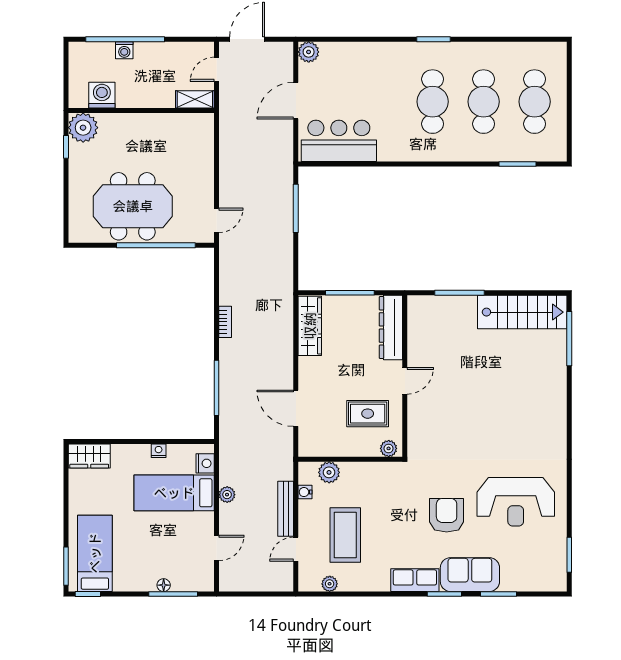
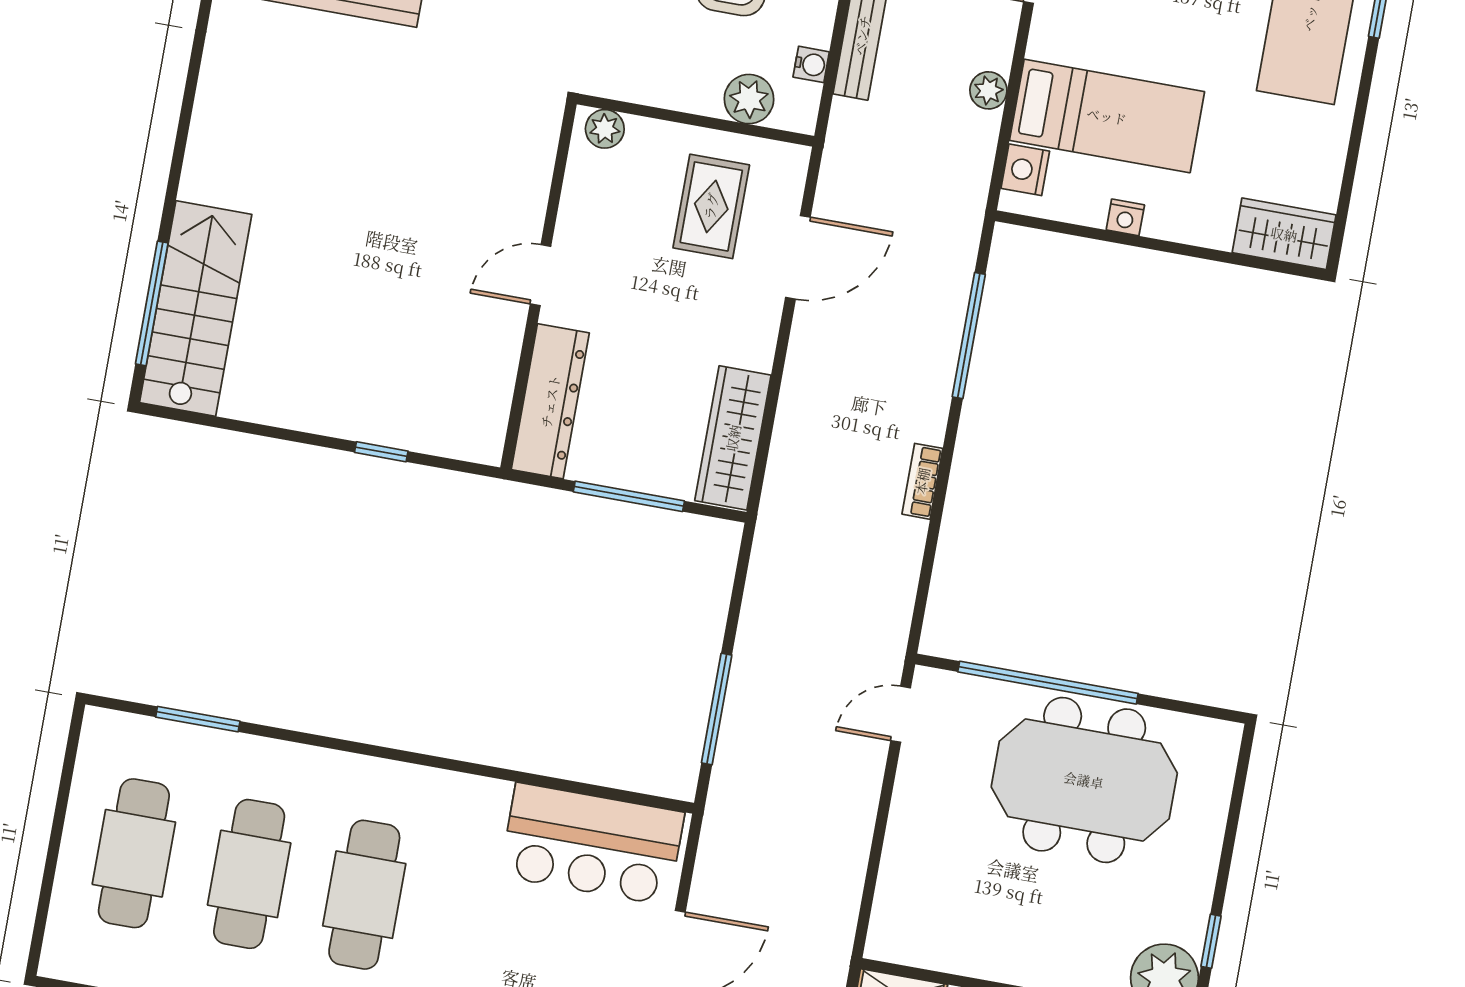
window: (459, 293) -> (381, 452), width x0.46
stairs: (522, 312) -> (196, 309), moved, turned 90
door: (296, 408) -> (798, 257), hinge flipped
rug: (368, 414) -> (711, 206), moved, turned 90

